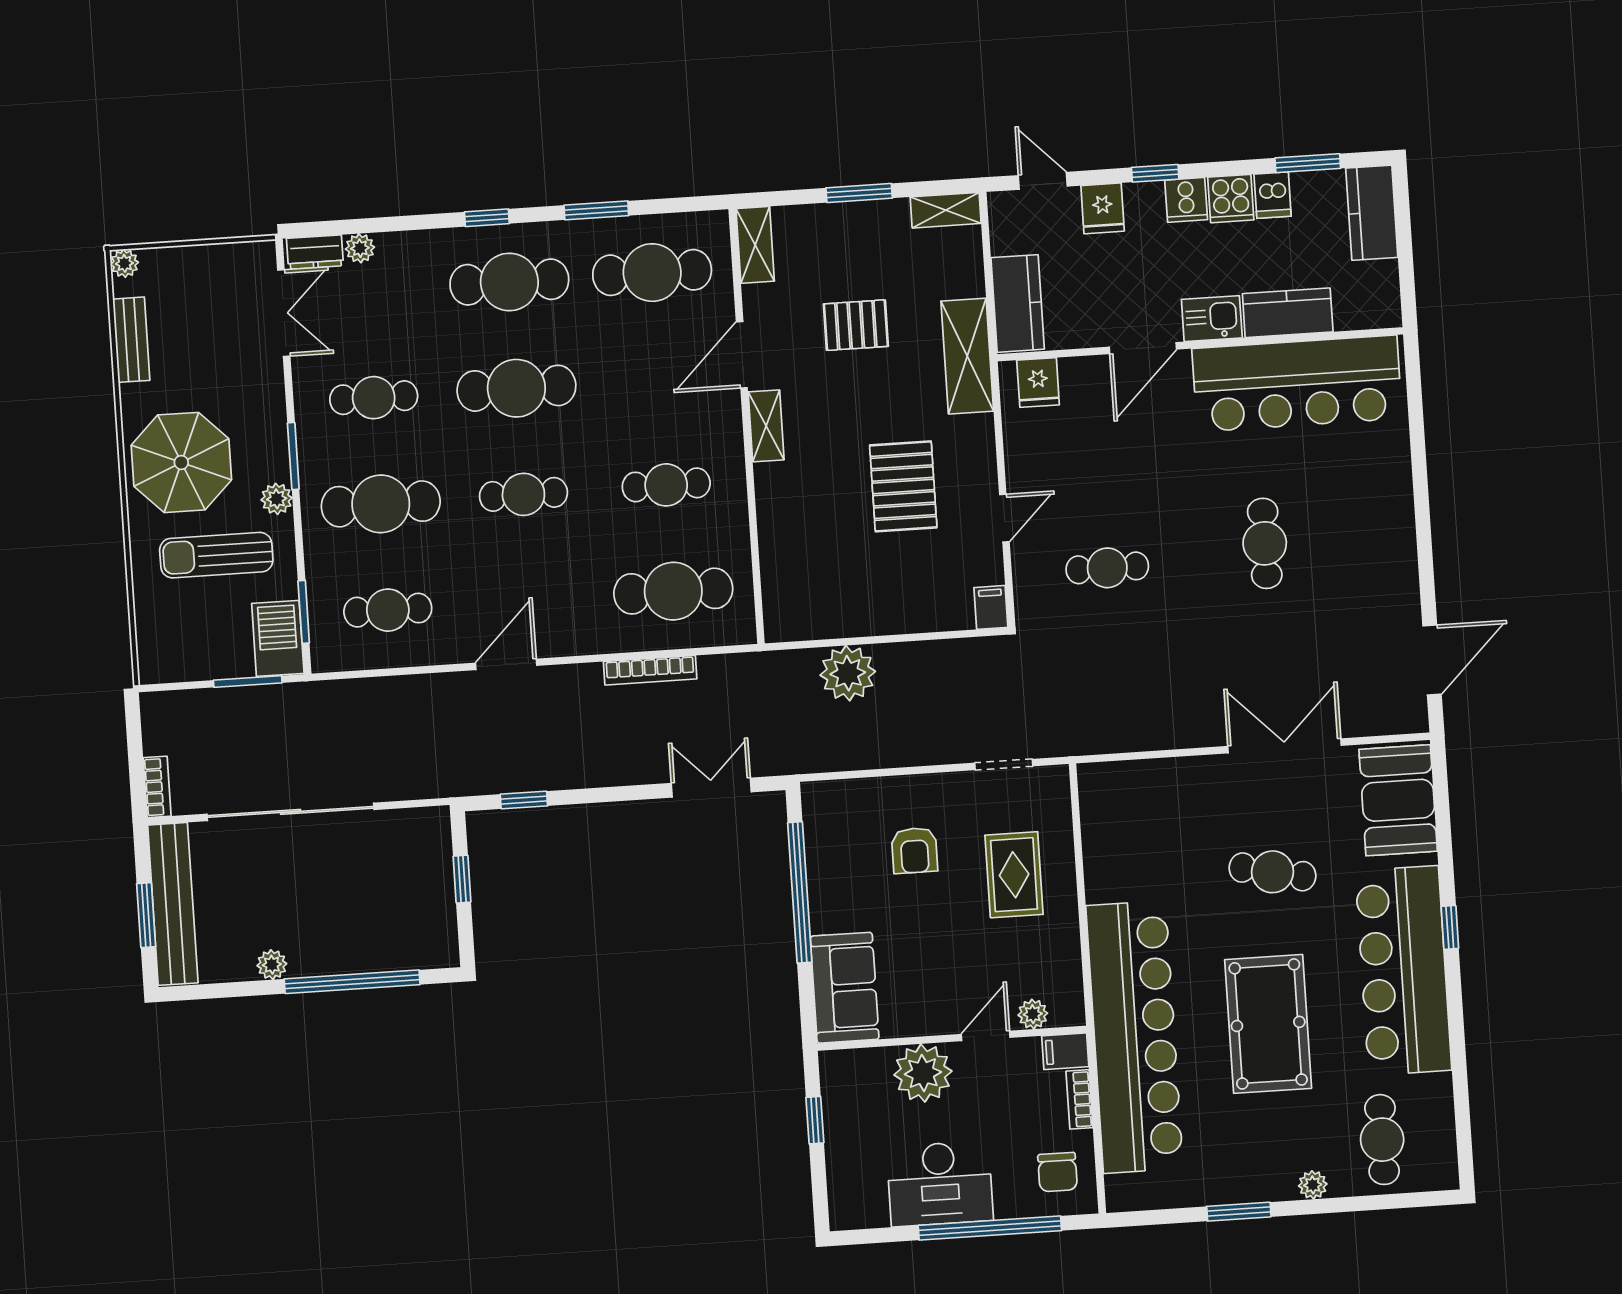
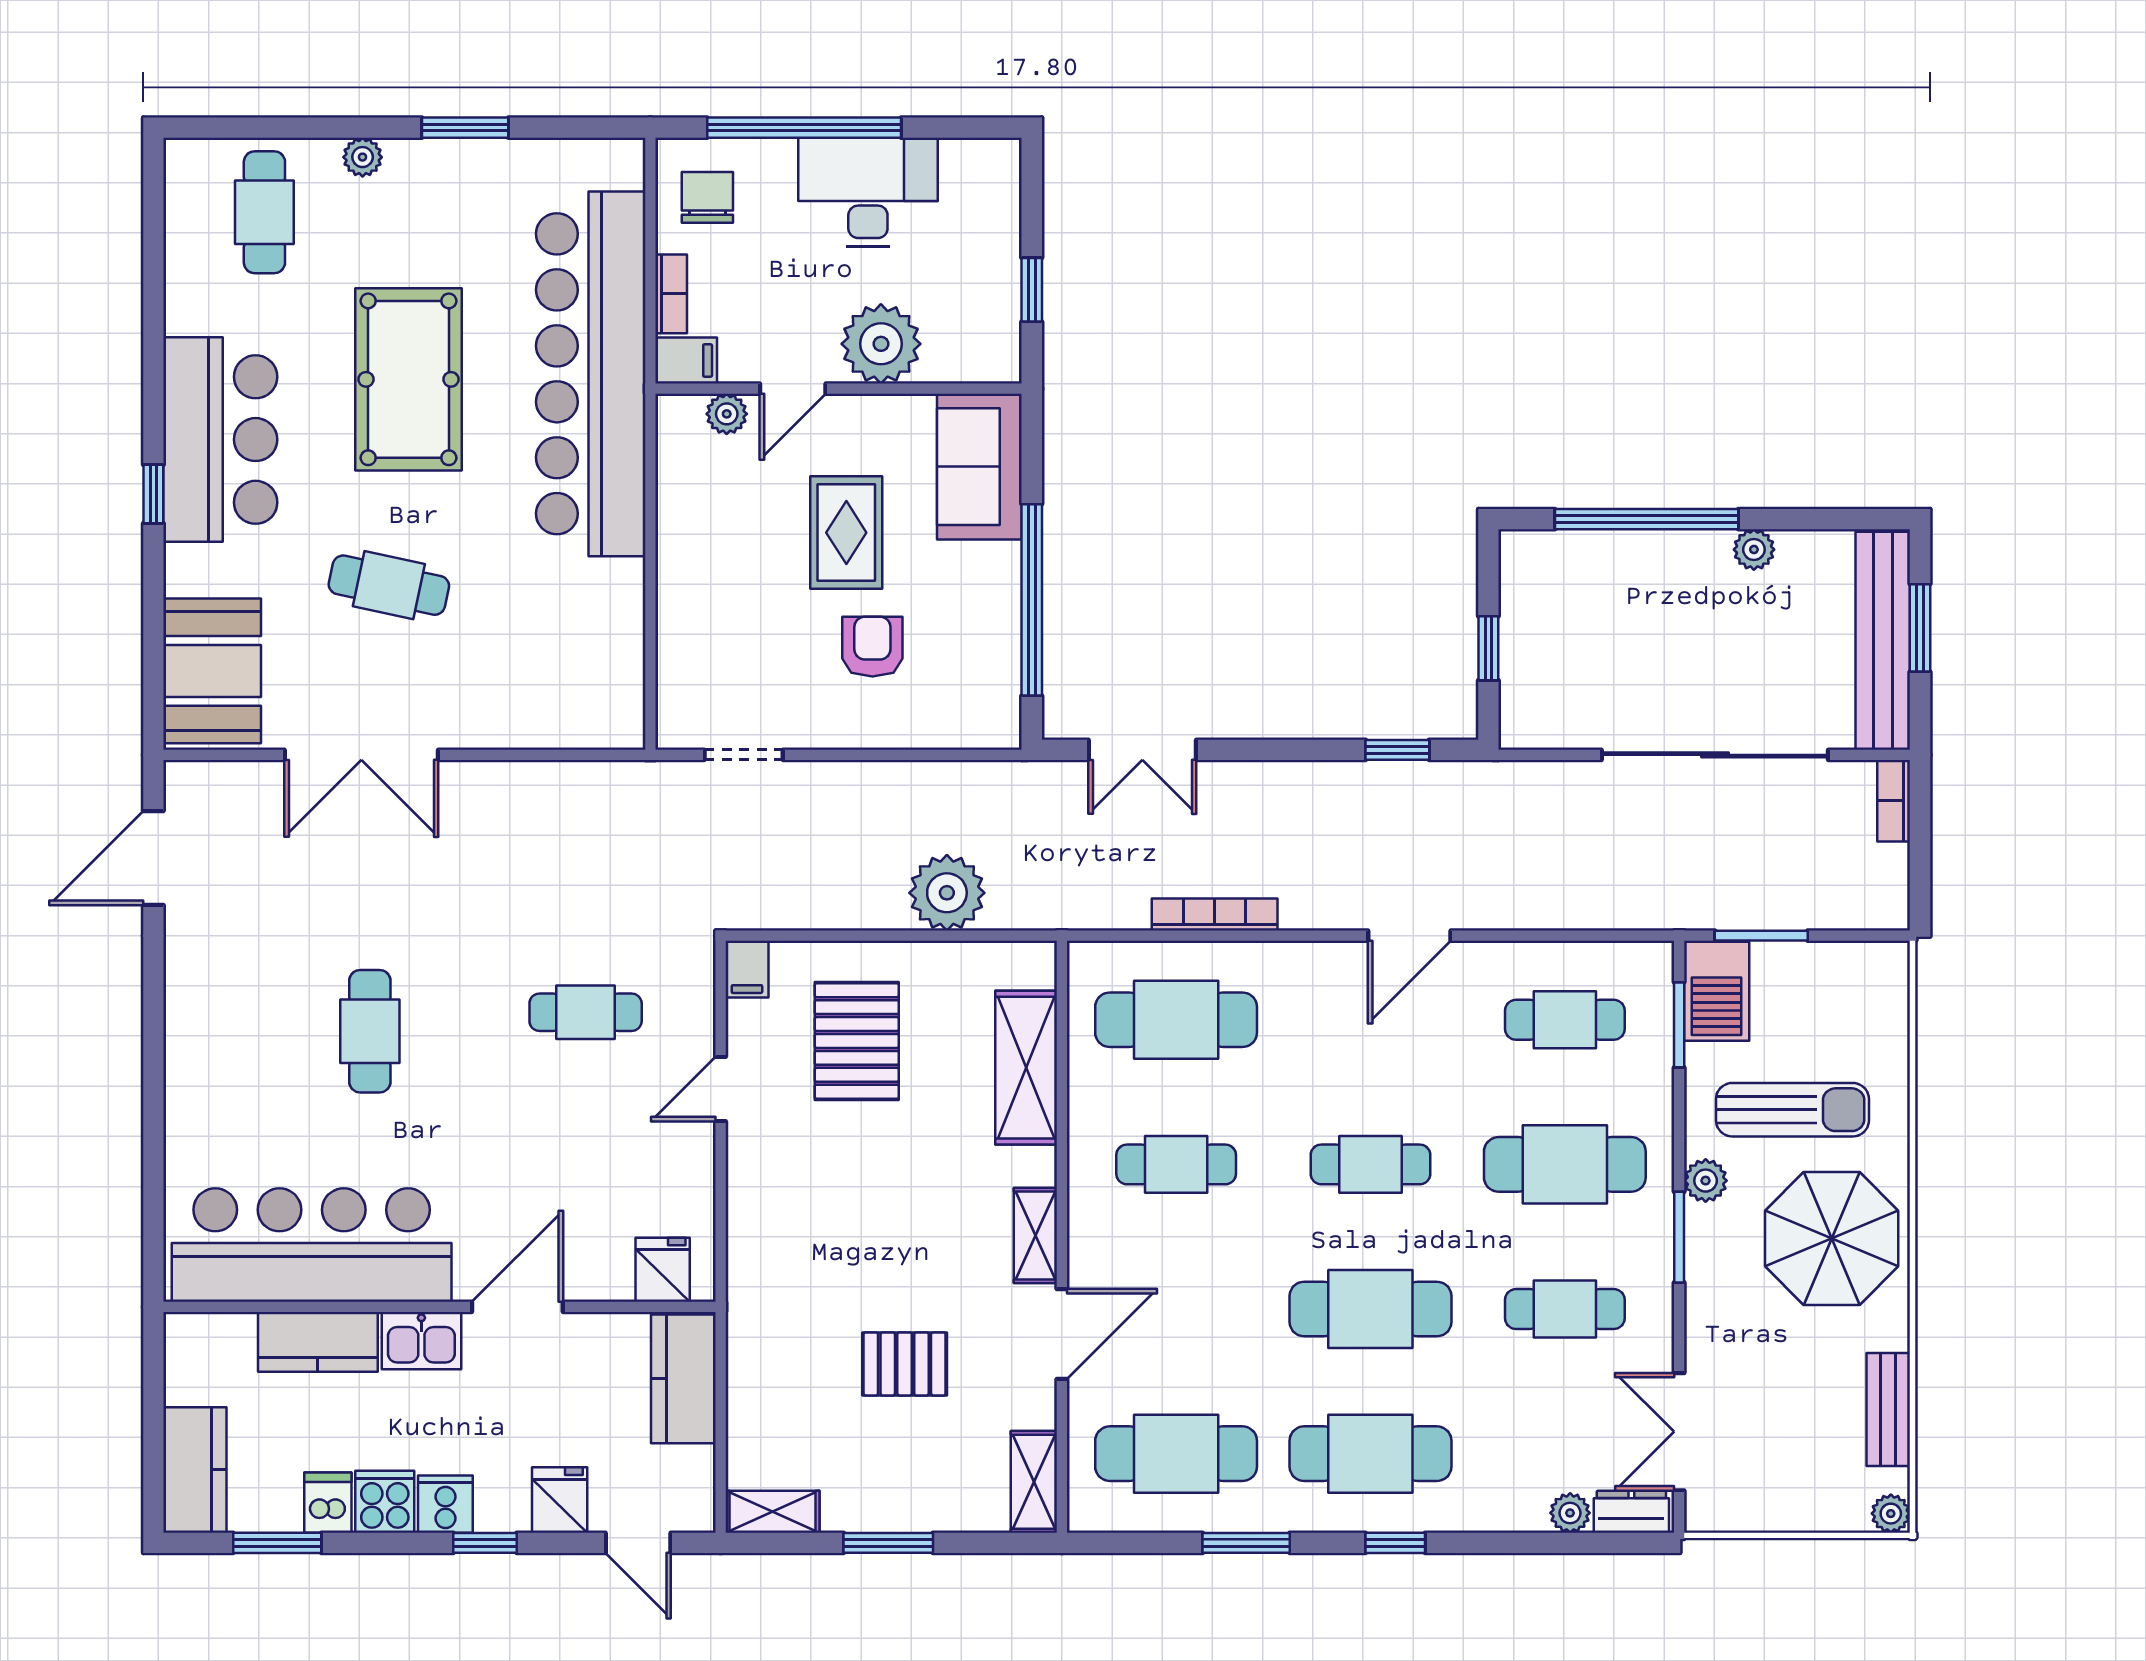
shelving: (967, 356) -> (1026, 1068), moved
pallet: (903, 486) -> (857, 1041), moved
rug: (1014, 875) -> (846, 533), moved
bar counter: (1403, 971) -> (220, 440), width x0.73

